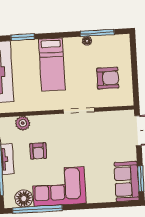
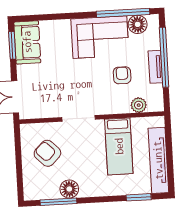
floor lamp: (87, 41) -> (69, 189), width x1.89, depth x1.89
bed: (52, 64) -> (119, 146), moved, turned 180
armchair: (108, 78) -> (47, 153), turned 45

